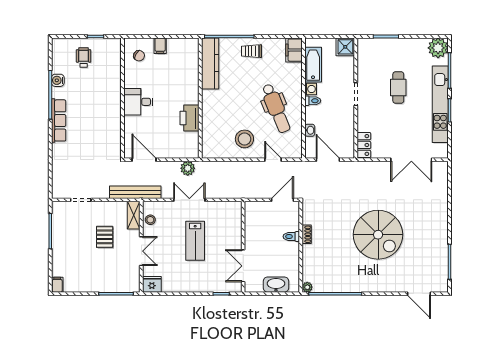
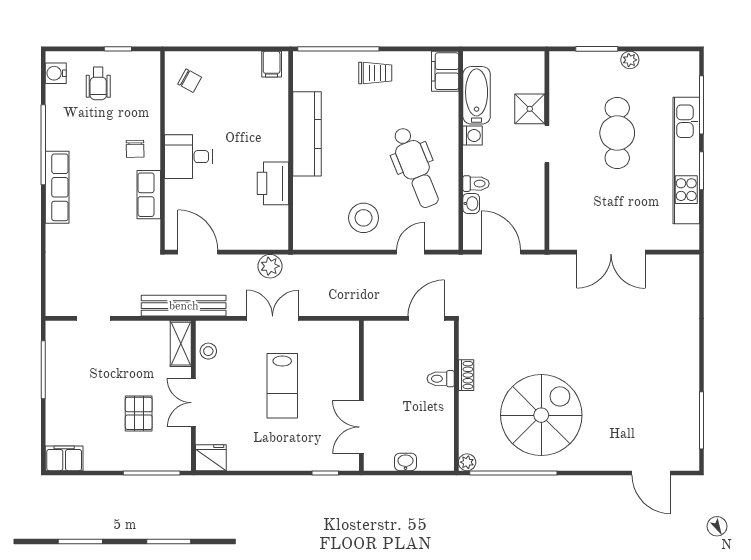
filing cabinet: (160, 46) -> (272, 64), moved
shower: (345, 47) -> (530, 109), moved
plant: (438, 48) -> (630, 60), moved, width x0.53, depth x0.53
trolley: (252, 51) -> (375, 73), turned 180
wheelchair: (84, 58) -> (98, 84), turned 180
kitchen counter: (210, 63) -> (307, 134), moved
water cooler: (58, 80) -> (56, 73), moved
cafe table: (398, 88) -> (617, 133), width x1.37, depth x1.35
chair: (106, 97) -> (135, 149), added
toilet: (313, 101) -> (476, 184), moved
row of seats: (114, 125) -> (149, 195), added
locker: (364, 145) -> (560, 228), removed
door: (273, 160) -> (410, 252), hinge flipped
double door: (411, 160) -> (611, 252), moved
spiral stairs: (378, 235) -> (541, 415), moved, turned -90
pallet: (105, 237) -> (139, 413), moved
double door: (141, 251) -> (193, 403), swing flipped
filing cabinet: (57, 285) -> (64, 458), width x2.00
washbasin: (276, 285) -> (405, 462), width x0.52, depth x0.69

